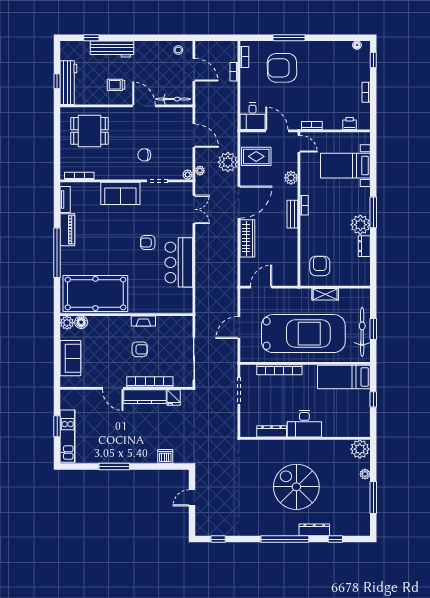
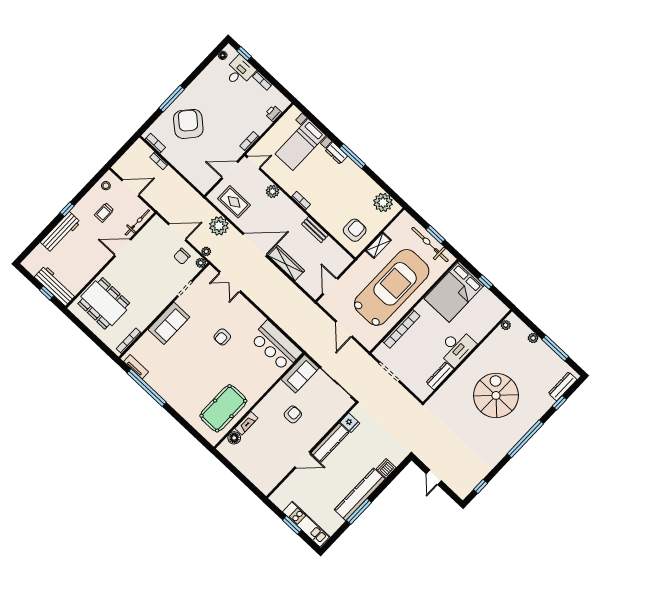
window: (91, 38) -> (67, 209), moved
armchair: (282, 68) -> (188, 124), turned 132
trolley: (116, 85) -> (104, 213), moved
desk: (253, 116) -> (239, 71), moved, turned -90
dining table: (89, 131) -> (104, 303), width x1.38
chair: (144, 155) -> (182, 256), moved
rug: (256, 156) -> (234, 202), turned 90
door: (239, 202) -> (255, 245), hinge flipped
double door: (194, 209) -> (230, 282), swing flipped
bench: (292, 214) -> (315, 230), moved
plant: (360, 225) -> (383, 202), moved
piano: (67, 230) -> (159, 385), removed
dresser: (364, 246) -> (336, 153), moved
window: (57, 253) -> (147, 388), moved
bar counter: (179, 262) -> (276, 346), moved
armchair: (320, 266) -> (355, 230), turned 90
pool table: (95, 293) -> (223, 408), width x0.73, depth x0.76
fireplace: (143, 321) -> (246, 423), moved
plant: (67, 323) -> (225, 448), removed
sofa: (70, 358) -> (300, 374), moved, turned 90
bed: (344, 377) -> (454, 292), width x1.50
bookcase: (150, 382) -> (323, 429), removed
plant: (360, 449) -> (506, 325), width x0.53, depth x0.53
kitchen counter: (127, 455) -> (360, 494), added
spiral stairs: (296, 487) -> (496, 395), turned 90
dresser: (314, 530) -> (563, 386), moved

